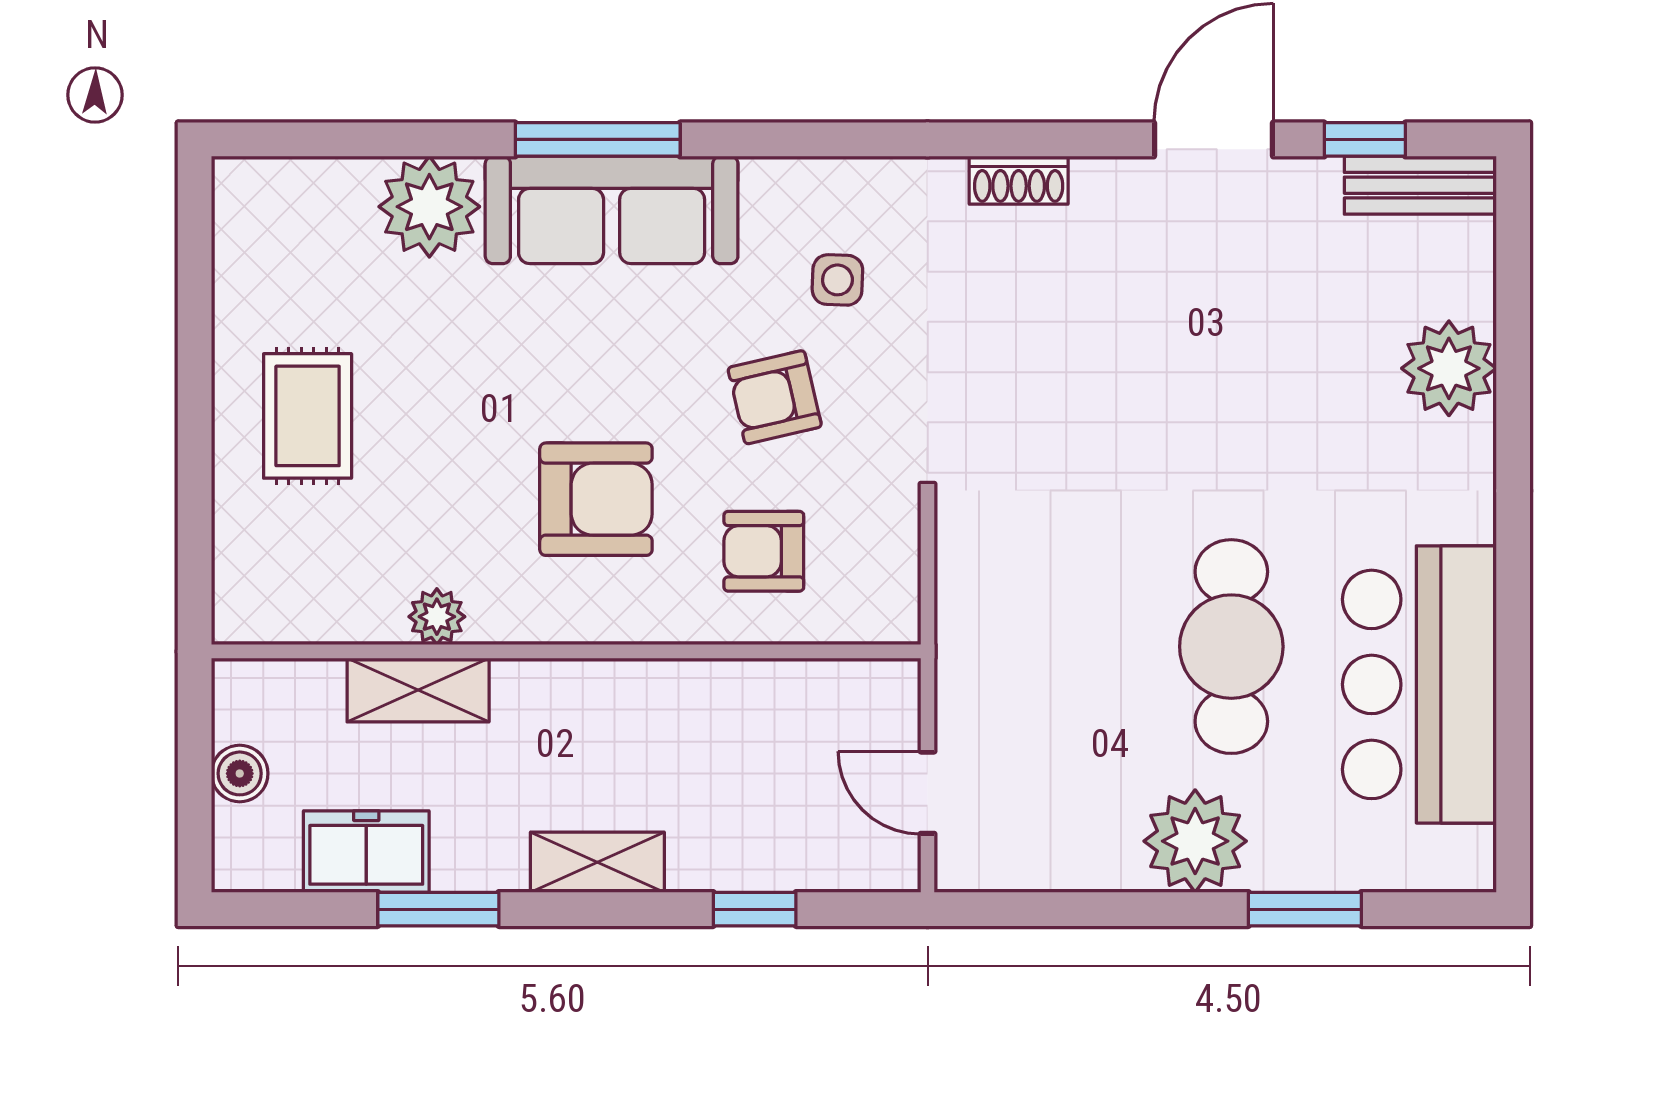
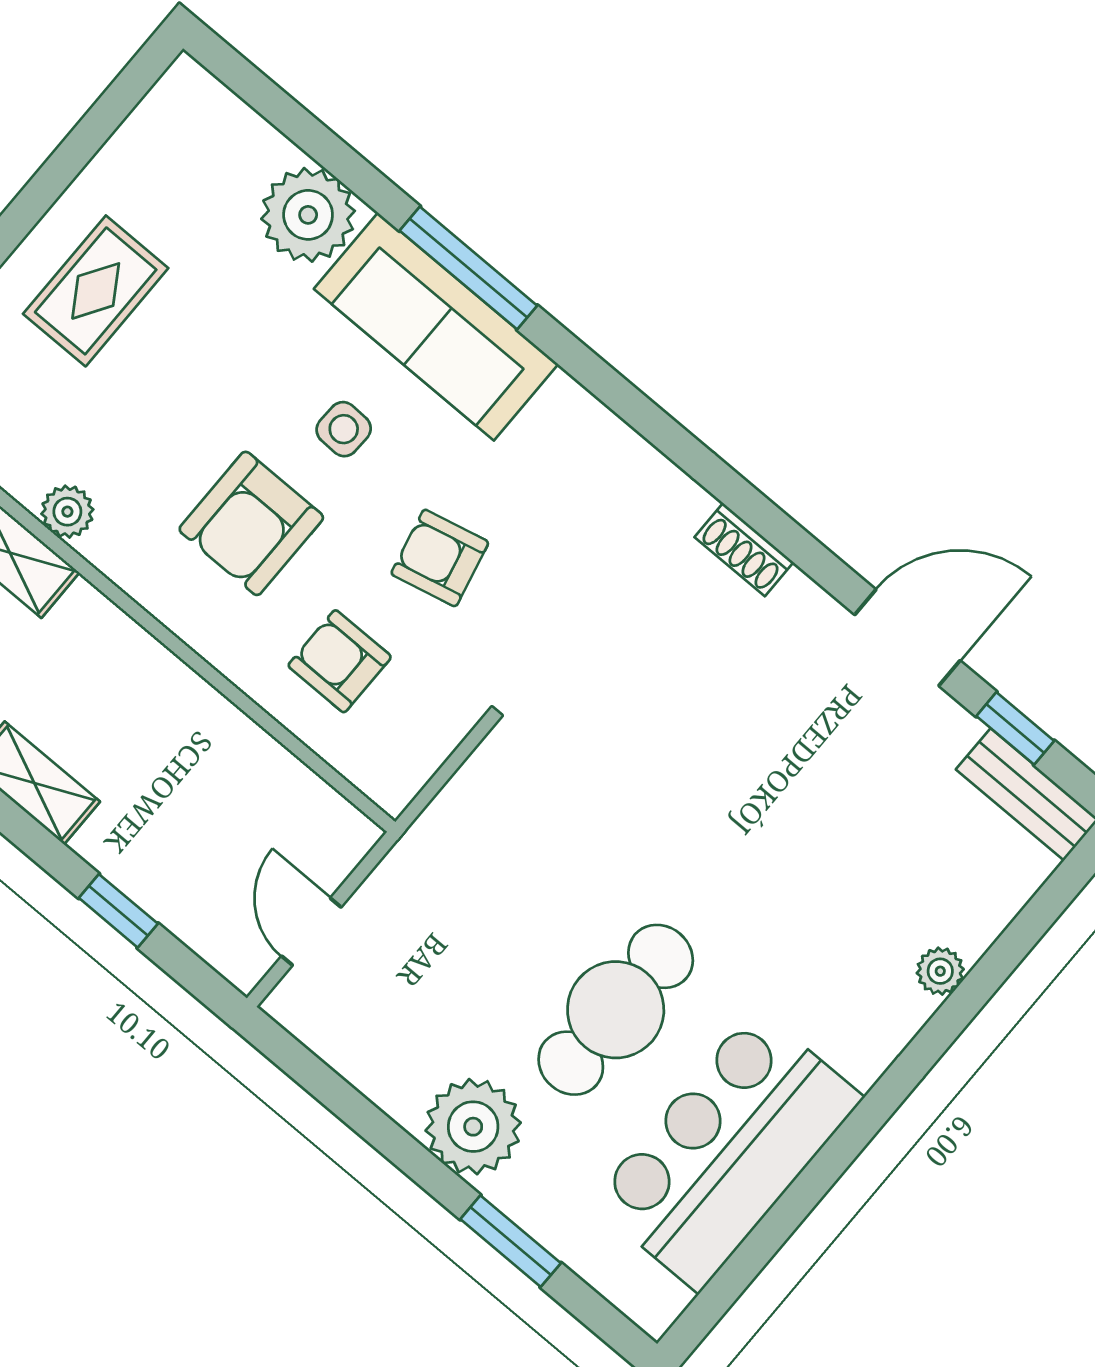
side table: (837, 280) -> (344, 429), moved
plant: (1449, 368) -> (940, 971), width x0.53, depth x0.53
armchair: (596, 499) -> (251, 523), turned 90

